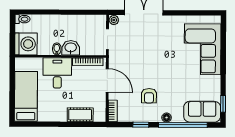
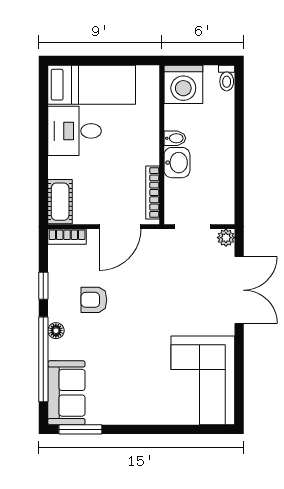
corner sofa: (203, 49) -> (203, 380), moved, turned -90
desk: (57, 73) -> (75, 131), moved, turned 180
window: (223, 104) -> (80, 429), width x1.50
cot: (80, 115) -> (60, 202), moved

